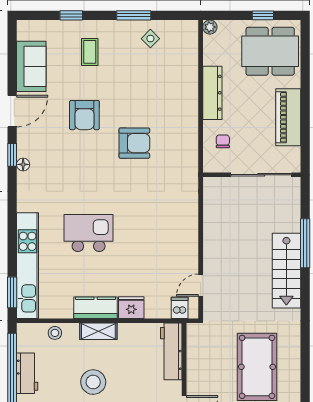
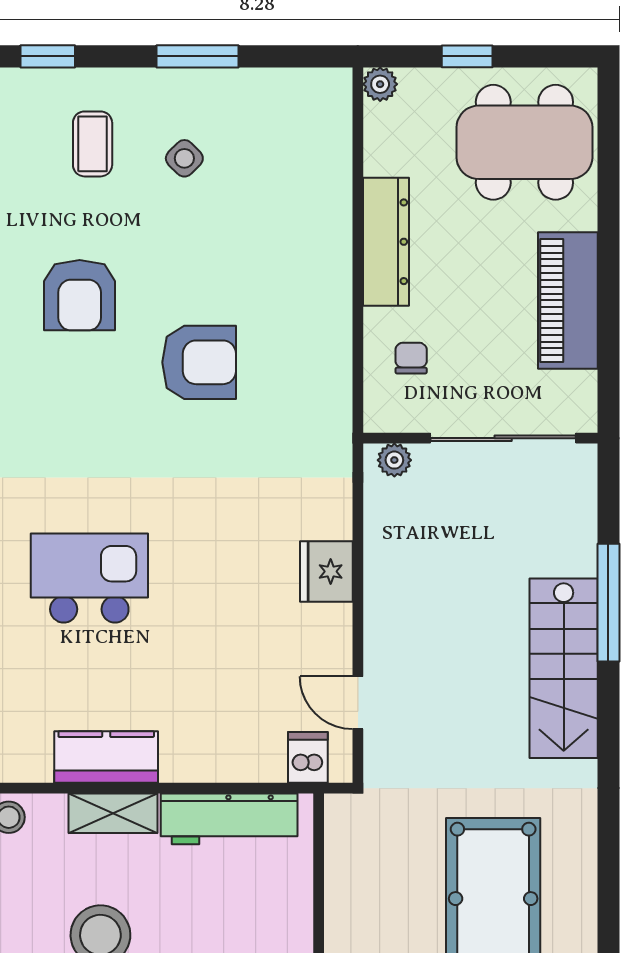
window: (263, 15) -> (467, 56), moved
side table: (150, 39) -> (184, 158), moved
plant: (216, 184) -> (394, 460), added
door: (201, 285) -> (358, 703), hinge flipped
fridge: (131, 308) -> (326, 571), moved, turned -90
workbench: (171, 351) -> (229, 819), moved, turned -90

